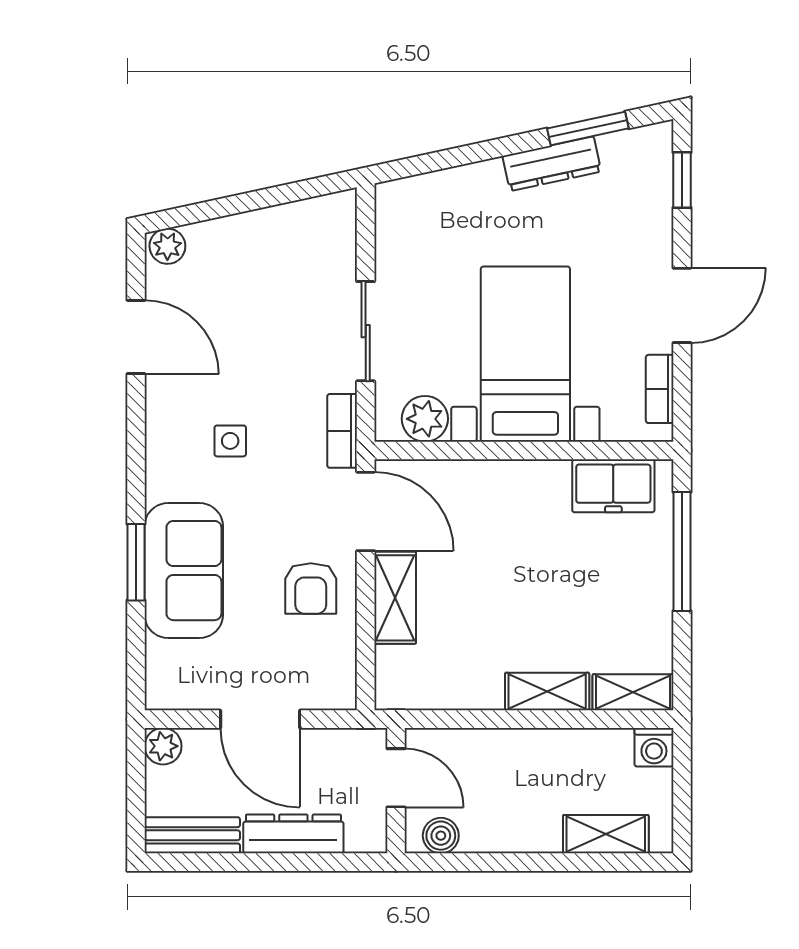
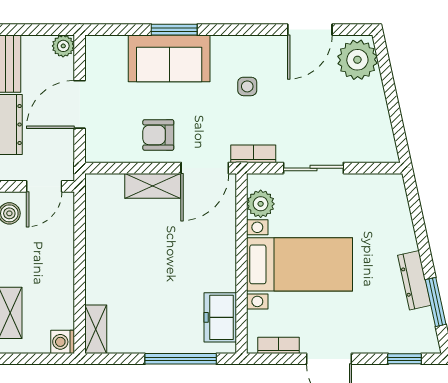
plant: (167, 246) -> (357, 60), width x1.88, depth x1.88
shelving: (547, 692) -> (96, 277), removed

